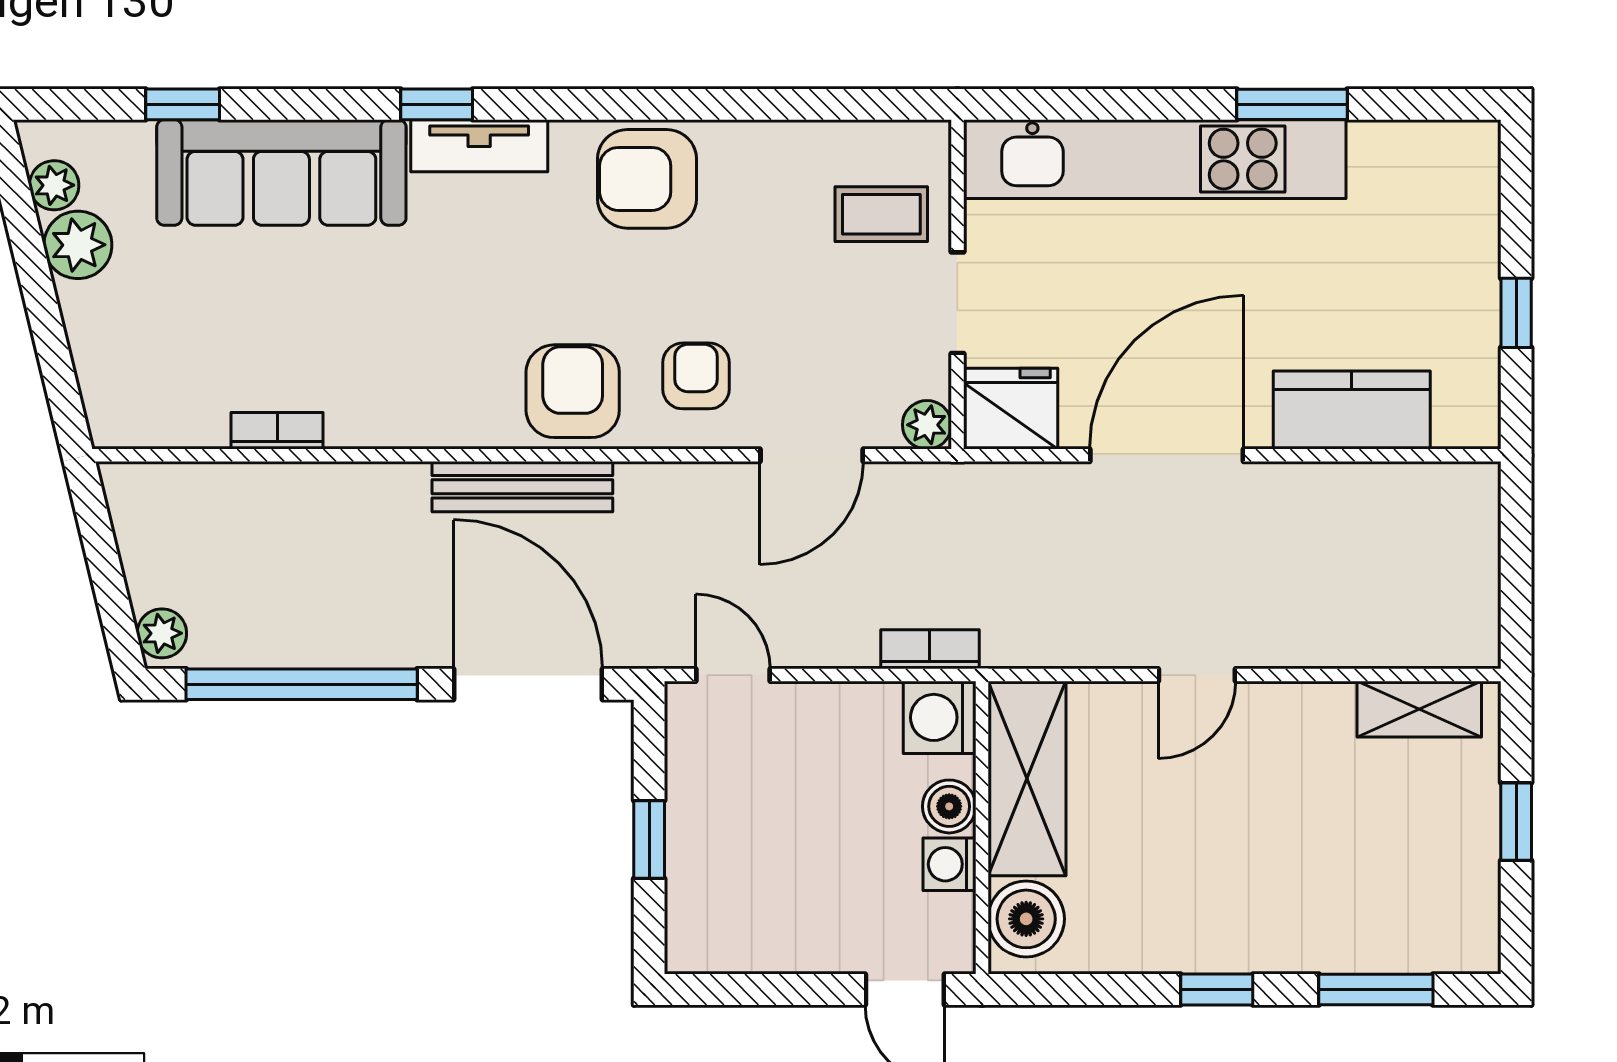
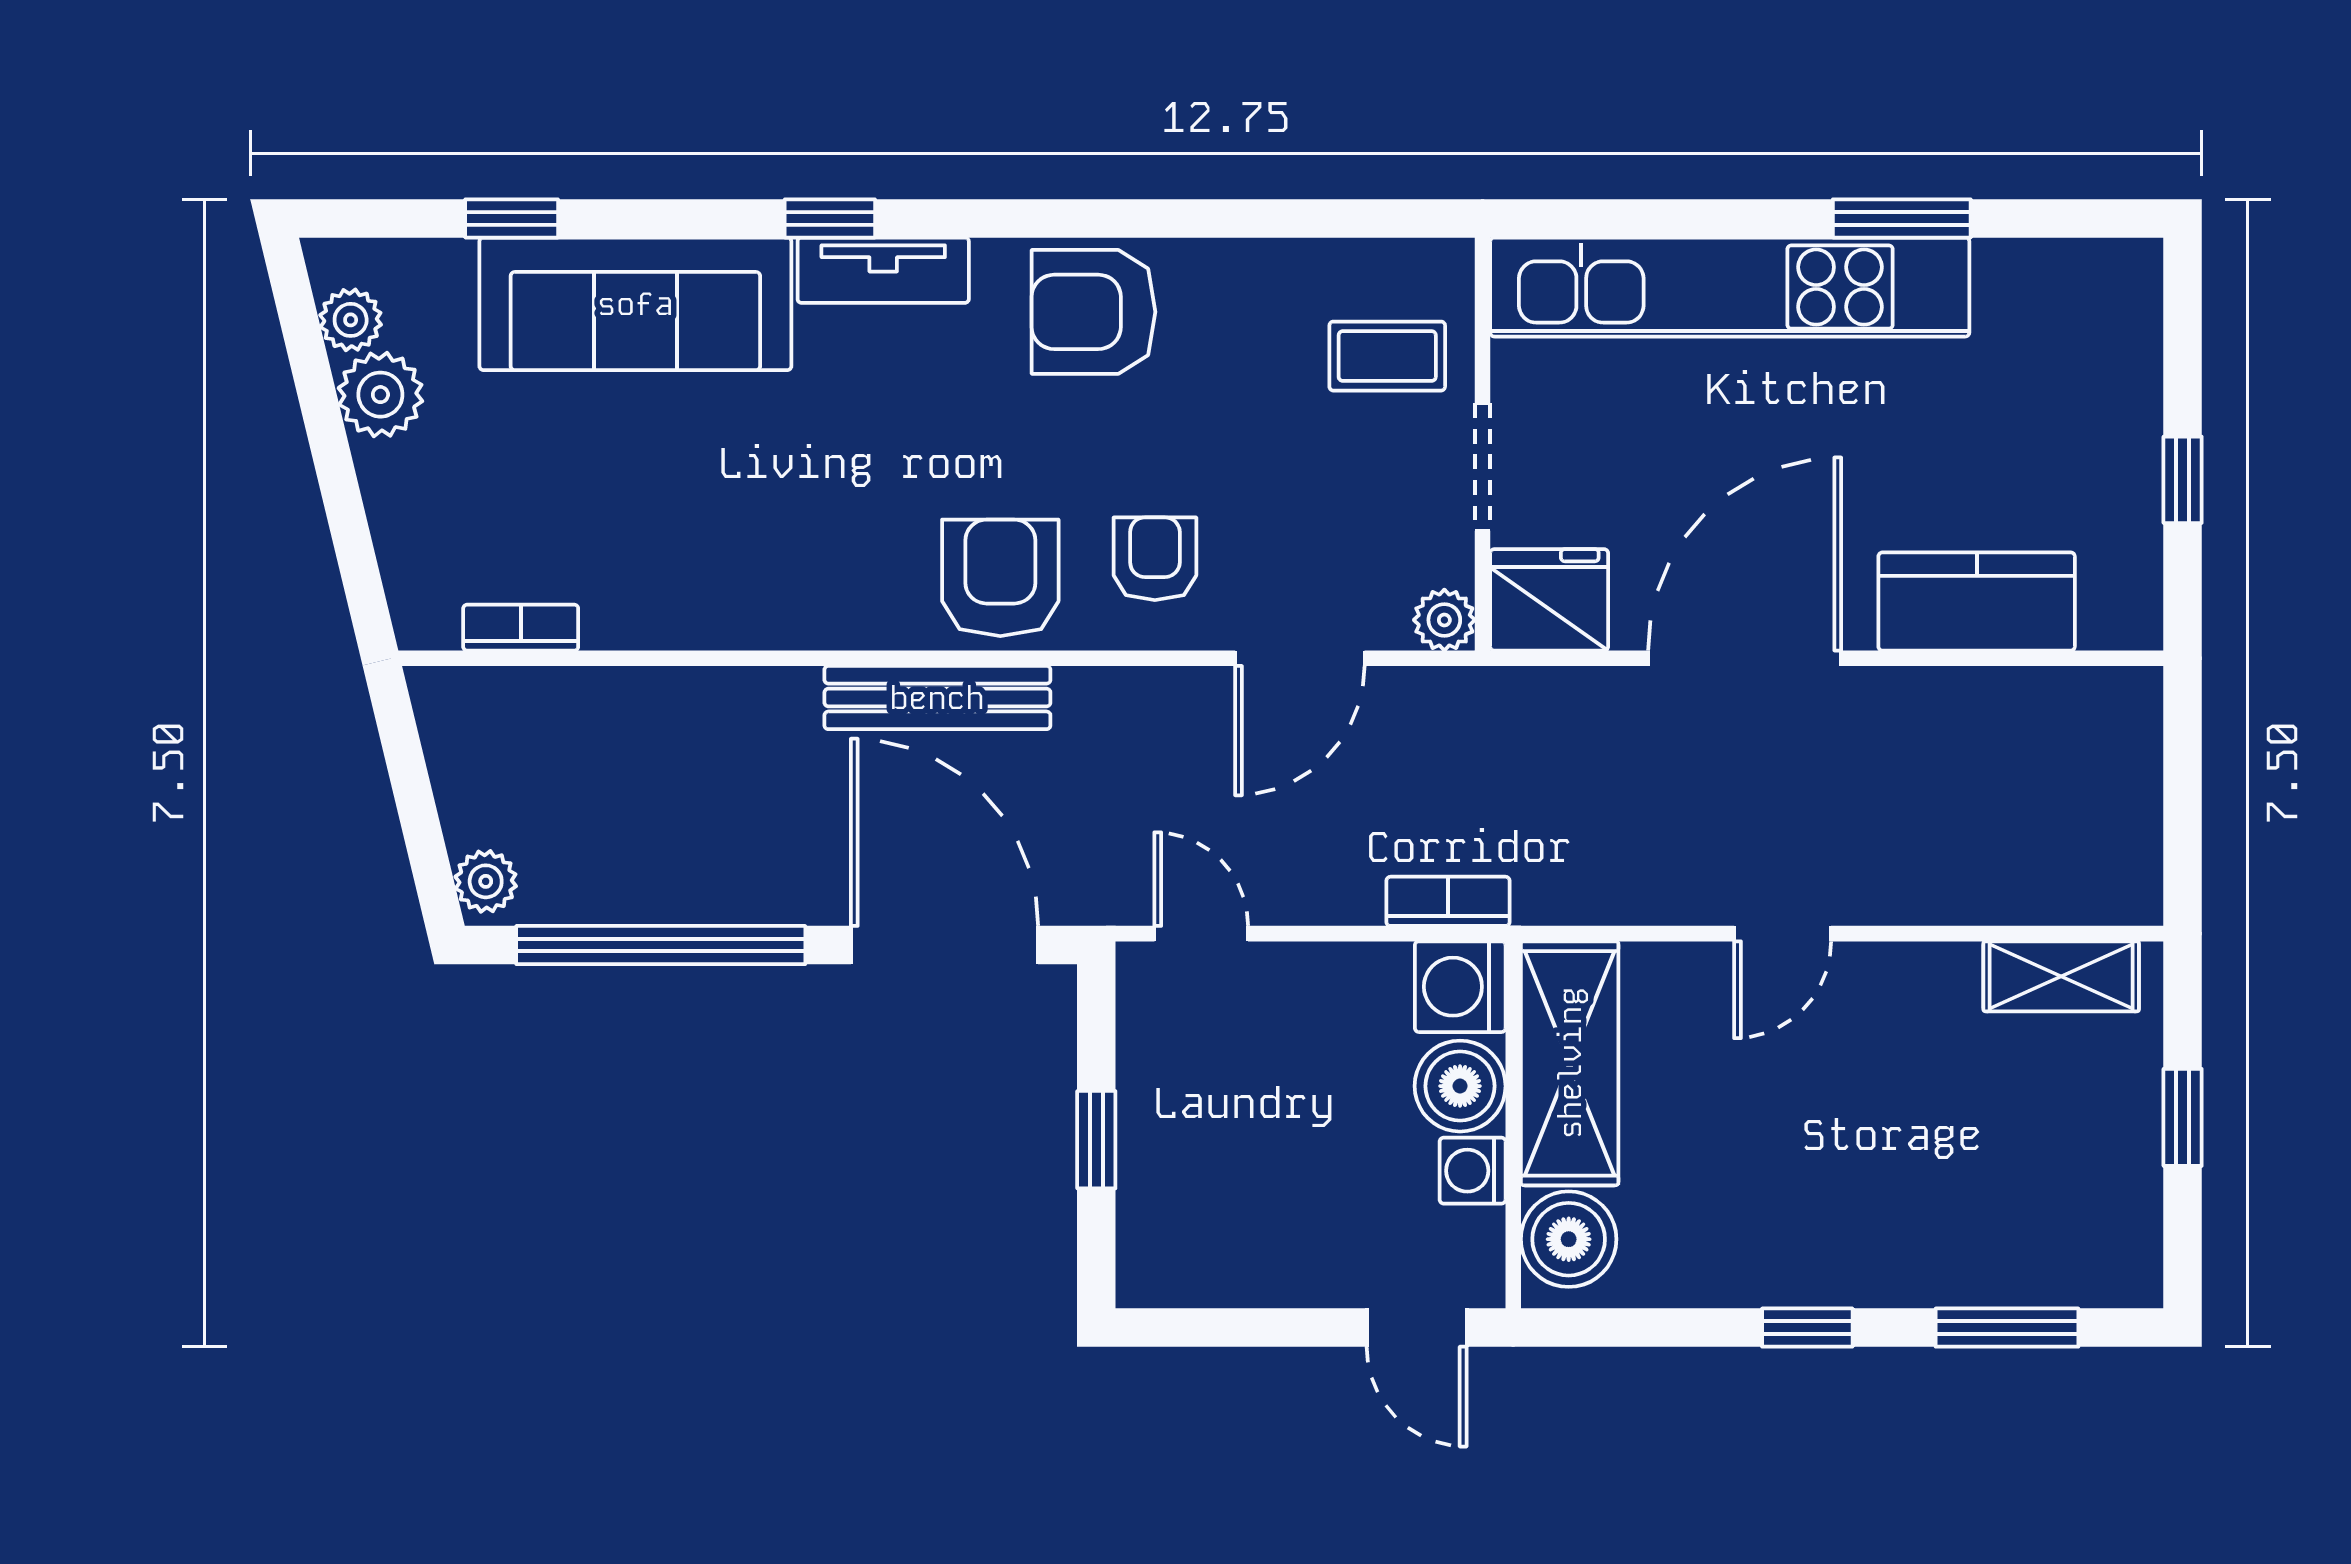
bookcase: (277, 431) -> (521, 628), moved
boiler: (949, 806) -> (1460, 1086), width x1.36, depth x1.36

